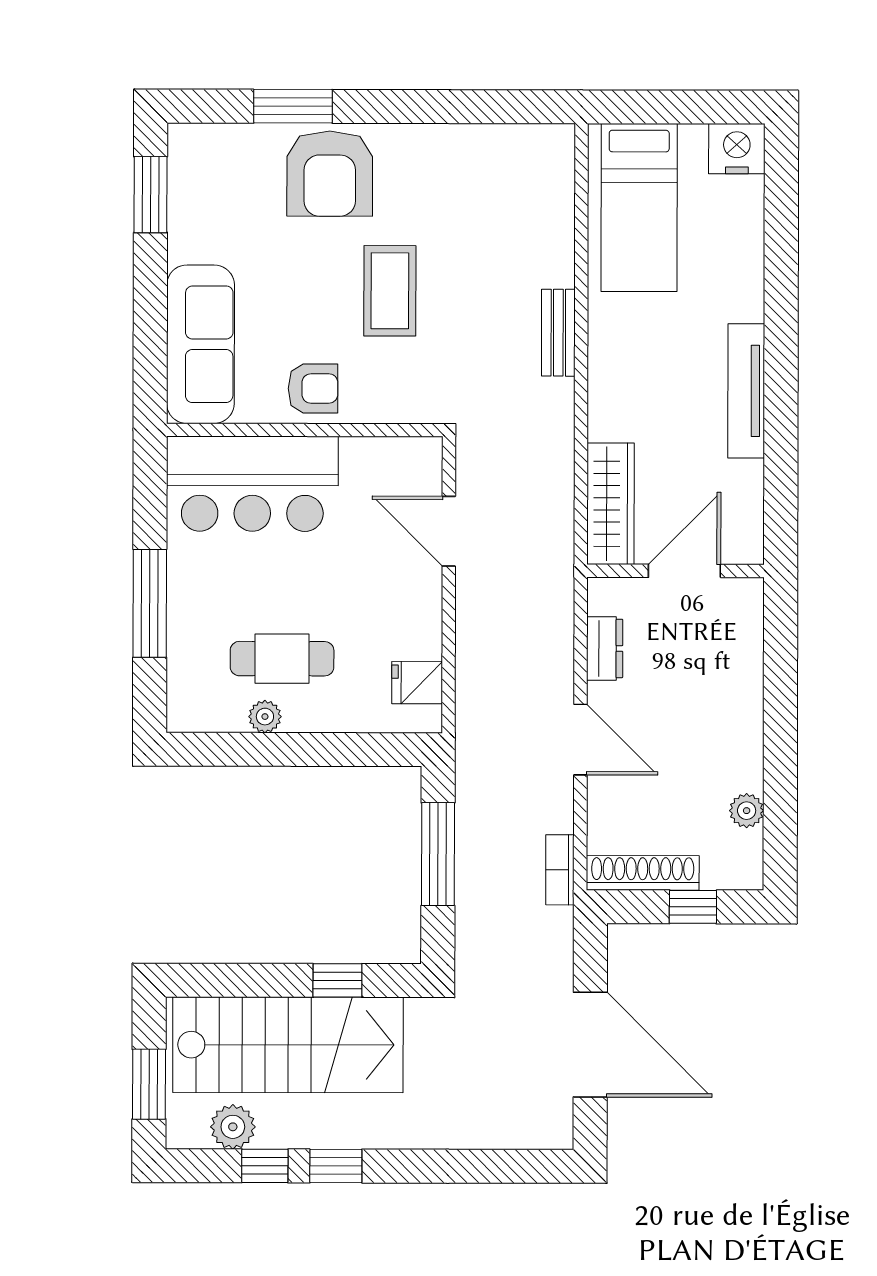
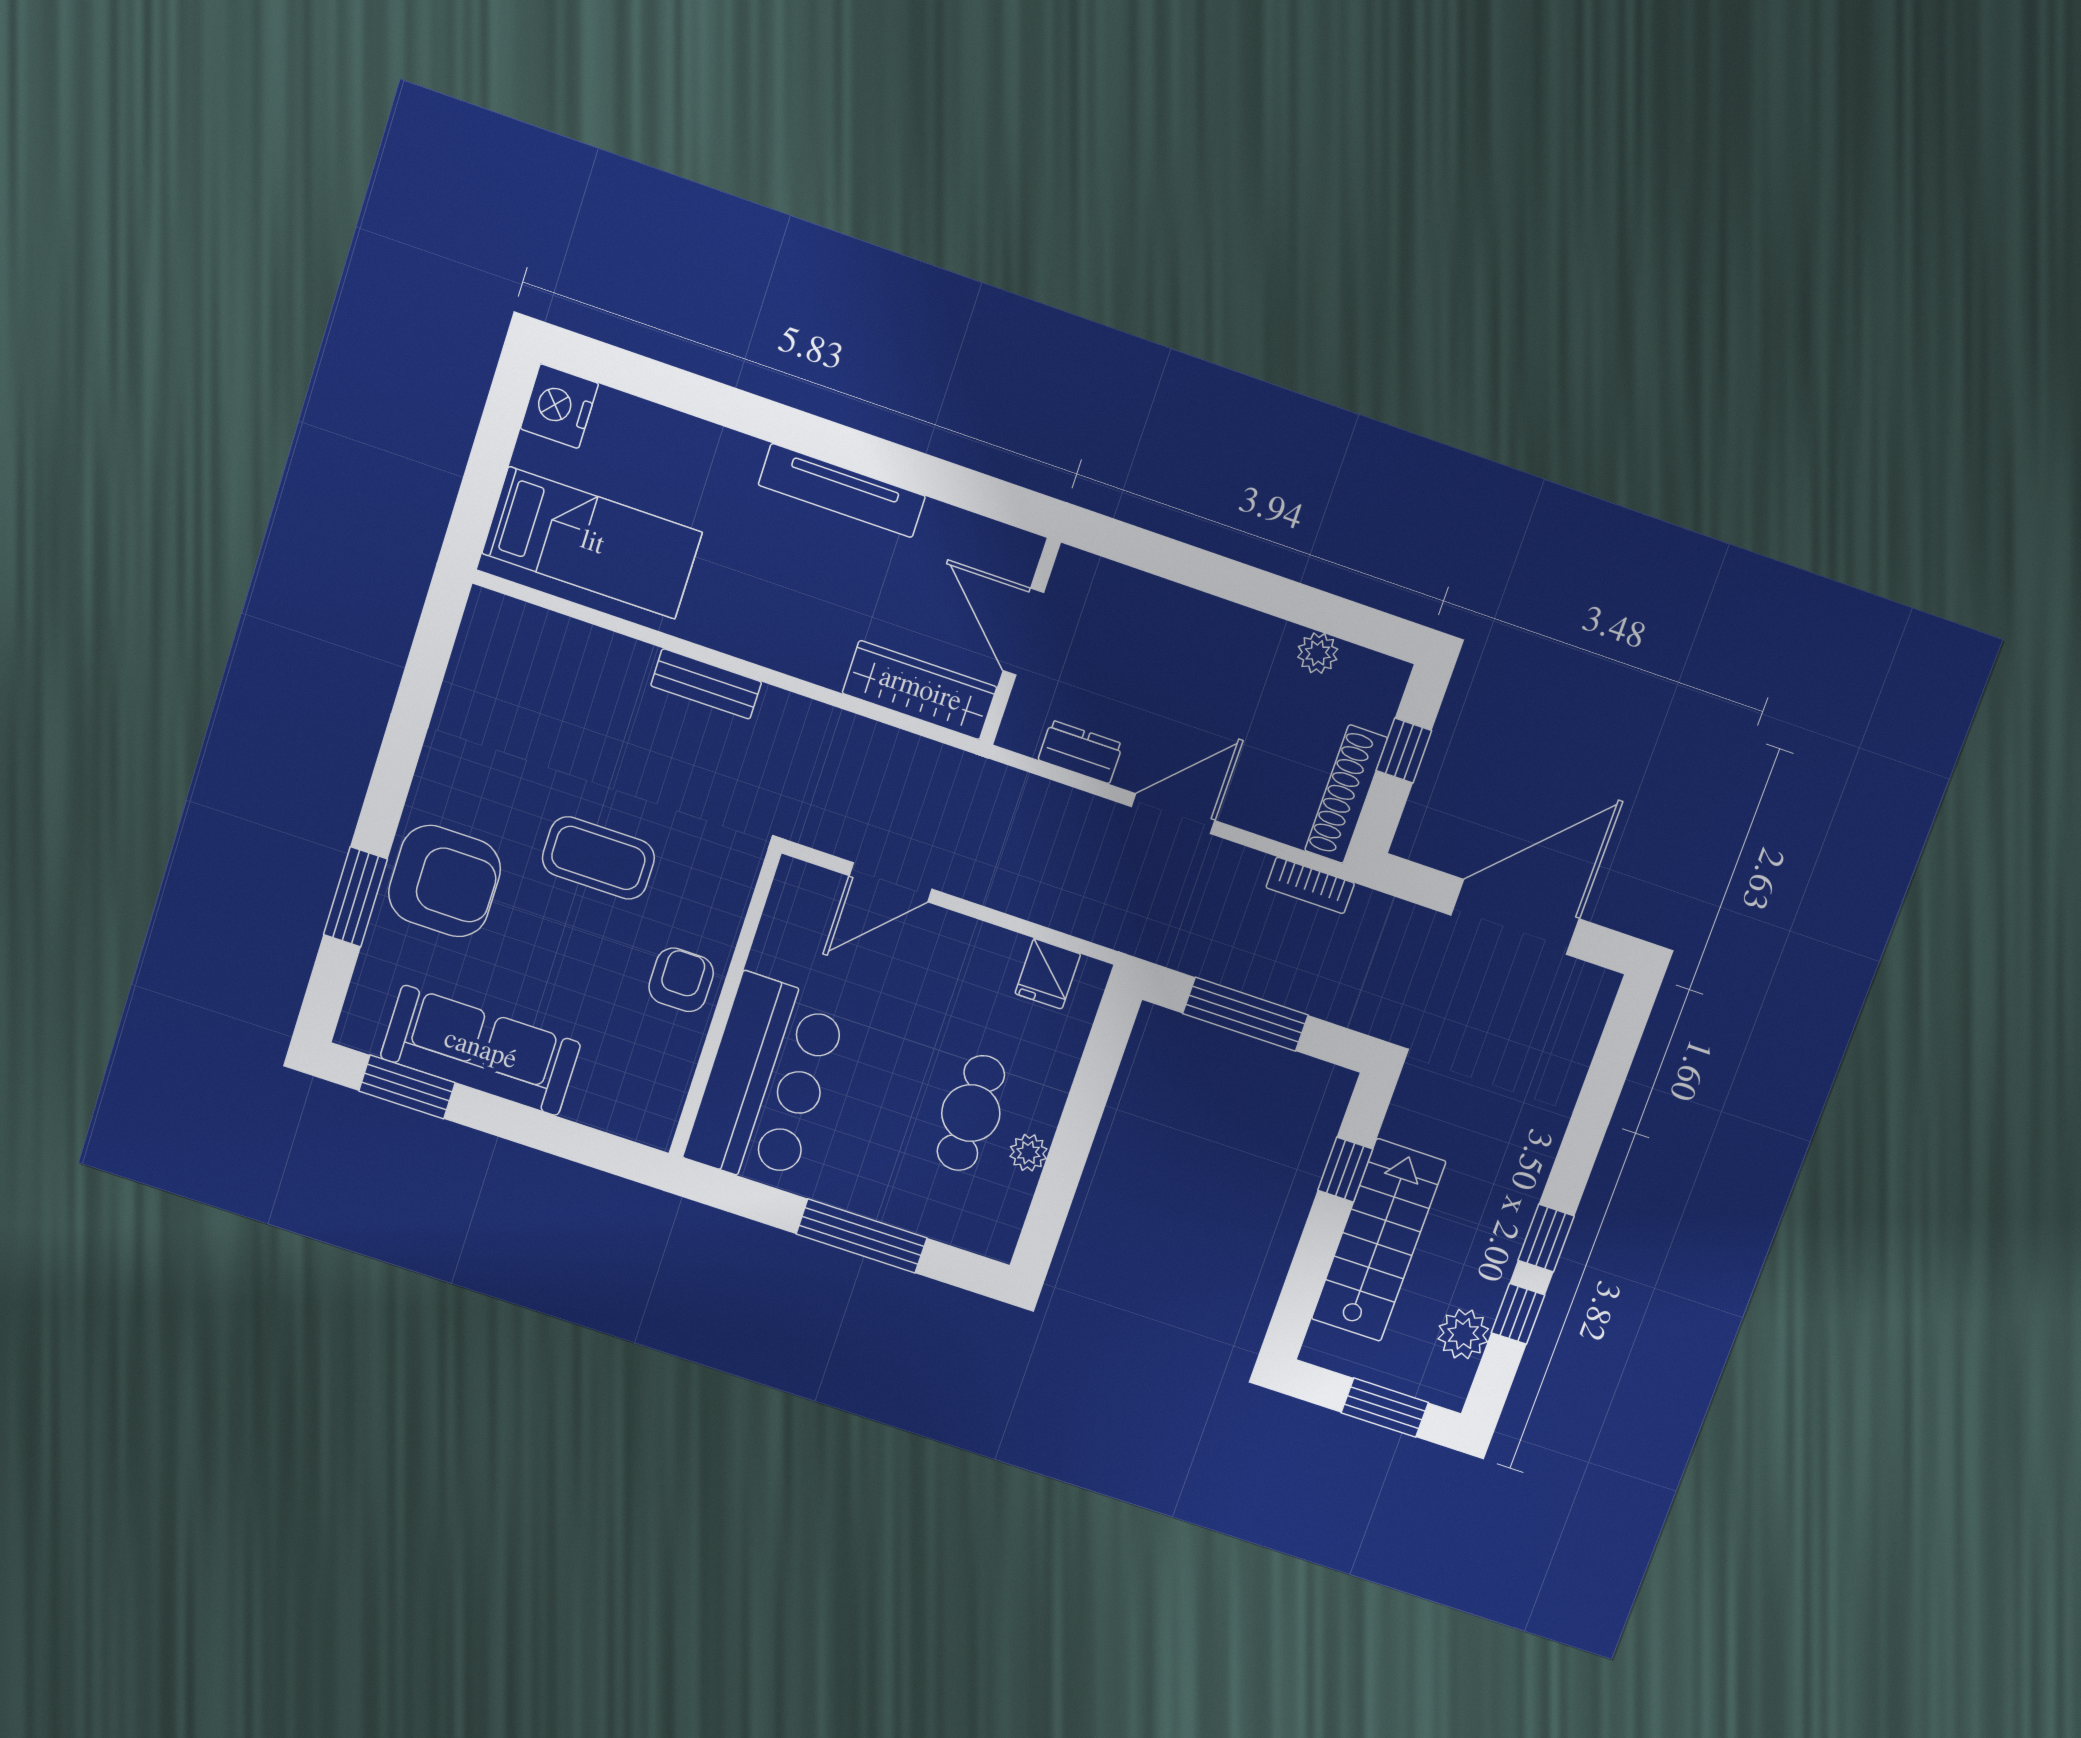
sofa: (200, 344) -> (480, 1050), moved
stairs: (288, 1045) -> (1379, 1240), width x0.73, depth x0.66

